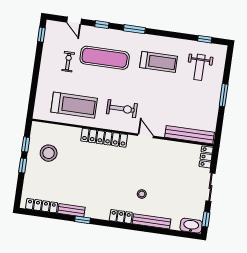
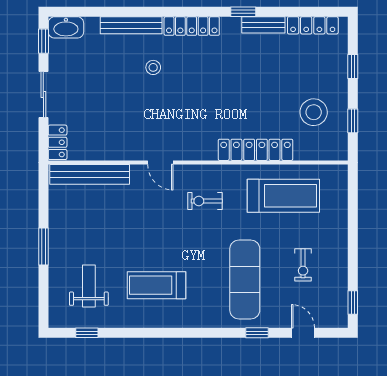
window: (134, 29) -> (203, 333), removed
exercise mat: (105, 58) -> (245, 280), turned 90
treadmill: (74, 105) -> (283, 196), turned 180
exercise bike: (122, 109) -> (205, 201), width x0.73, depth x0.72
locker: (104, 138) -> (255, 150), moved
window: (23, 166) -> (353, 67), moved
locker: (121, 217) -> (192, 26), width x1.53

